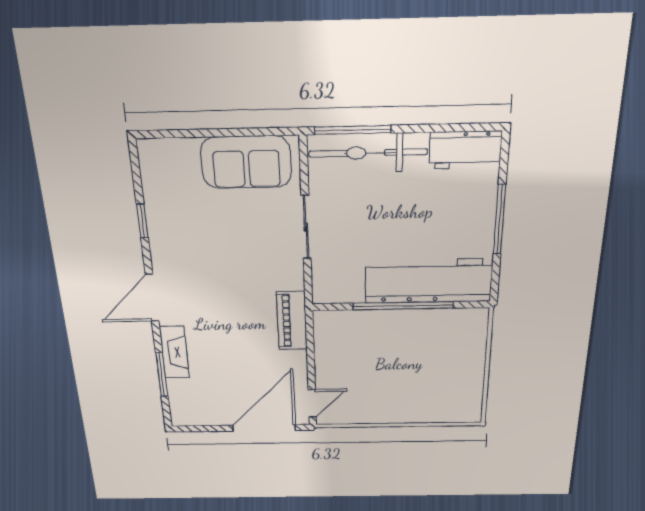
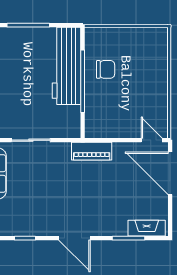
chair: (421, 339) -> (106, 69), added
fireplace: (174, 352) -> (147, 228), moved

